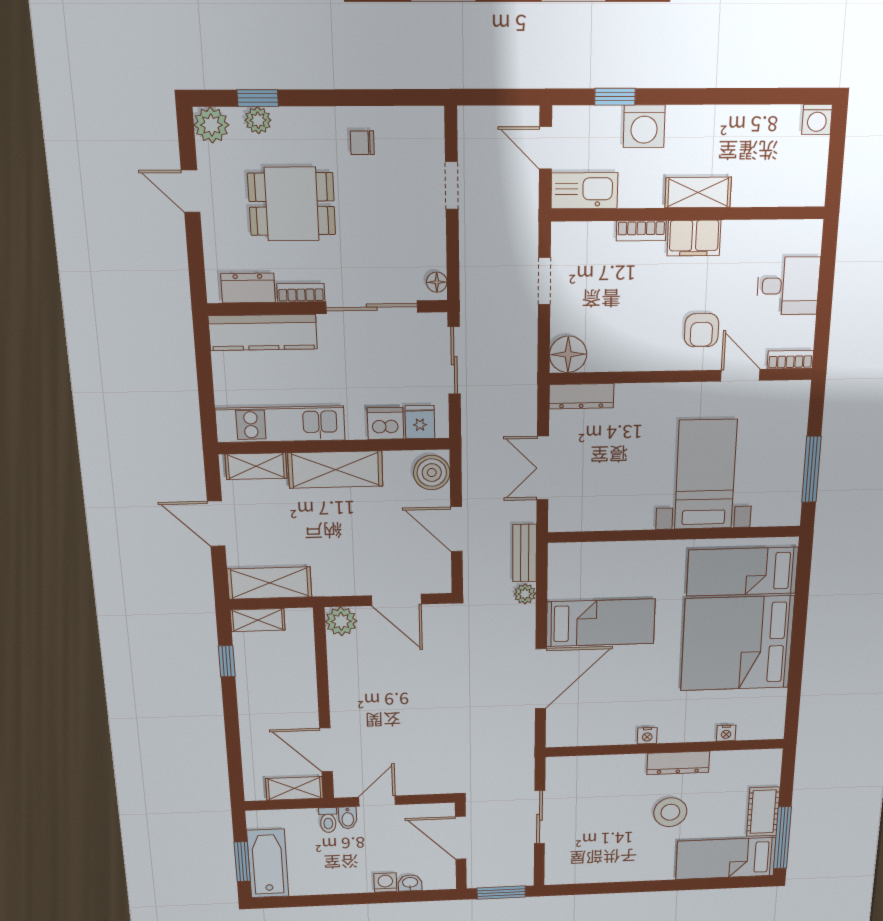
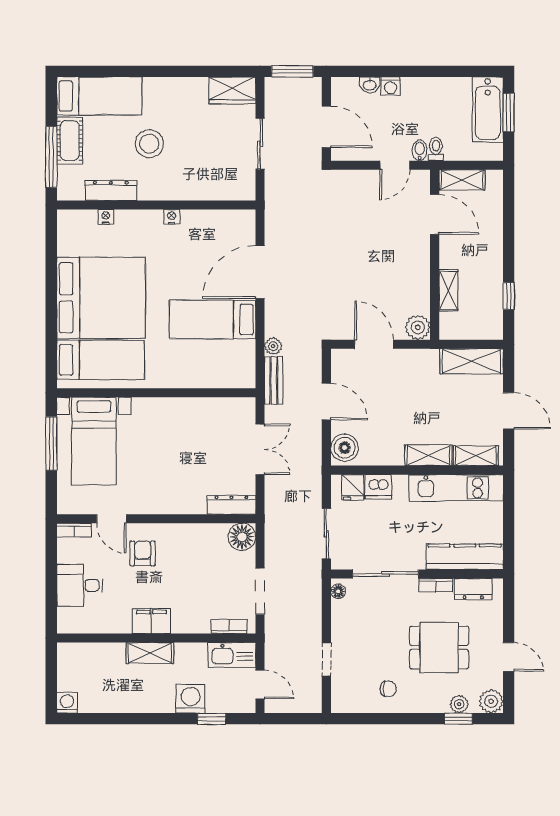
bookcase: (641, 231) -> (229, 627), moved
doorway: (544, 281) -> (260, 591), width x1.38
shelving: (336, 470) -> (428, 455), width x0.67, depth x0.75
bed with nightstands: (706, 475) -> (94, 441), moved
shelving: (258, 620) -> (448, 290), moved, turned 90
dresser: (678, 763) -> (111, 190), moved
window: (782, 838) -> (51, 157), moved
wardrobe: (572, 870) -> (232, 90), added

